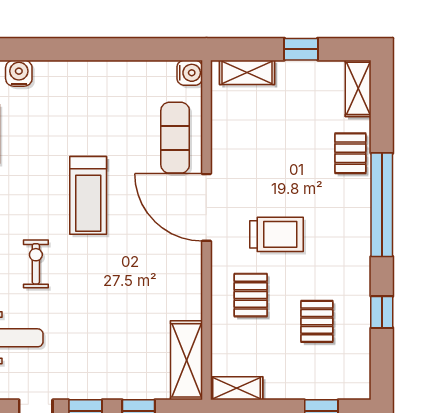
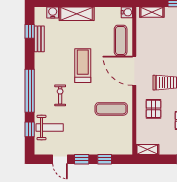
treadmill: (88, 195) -> (83, 66), turned 180
exercise mat: (153, 295) -> (111, 109), added
shelving: (186, 360) -> (77, 14), moved, turned 90

